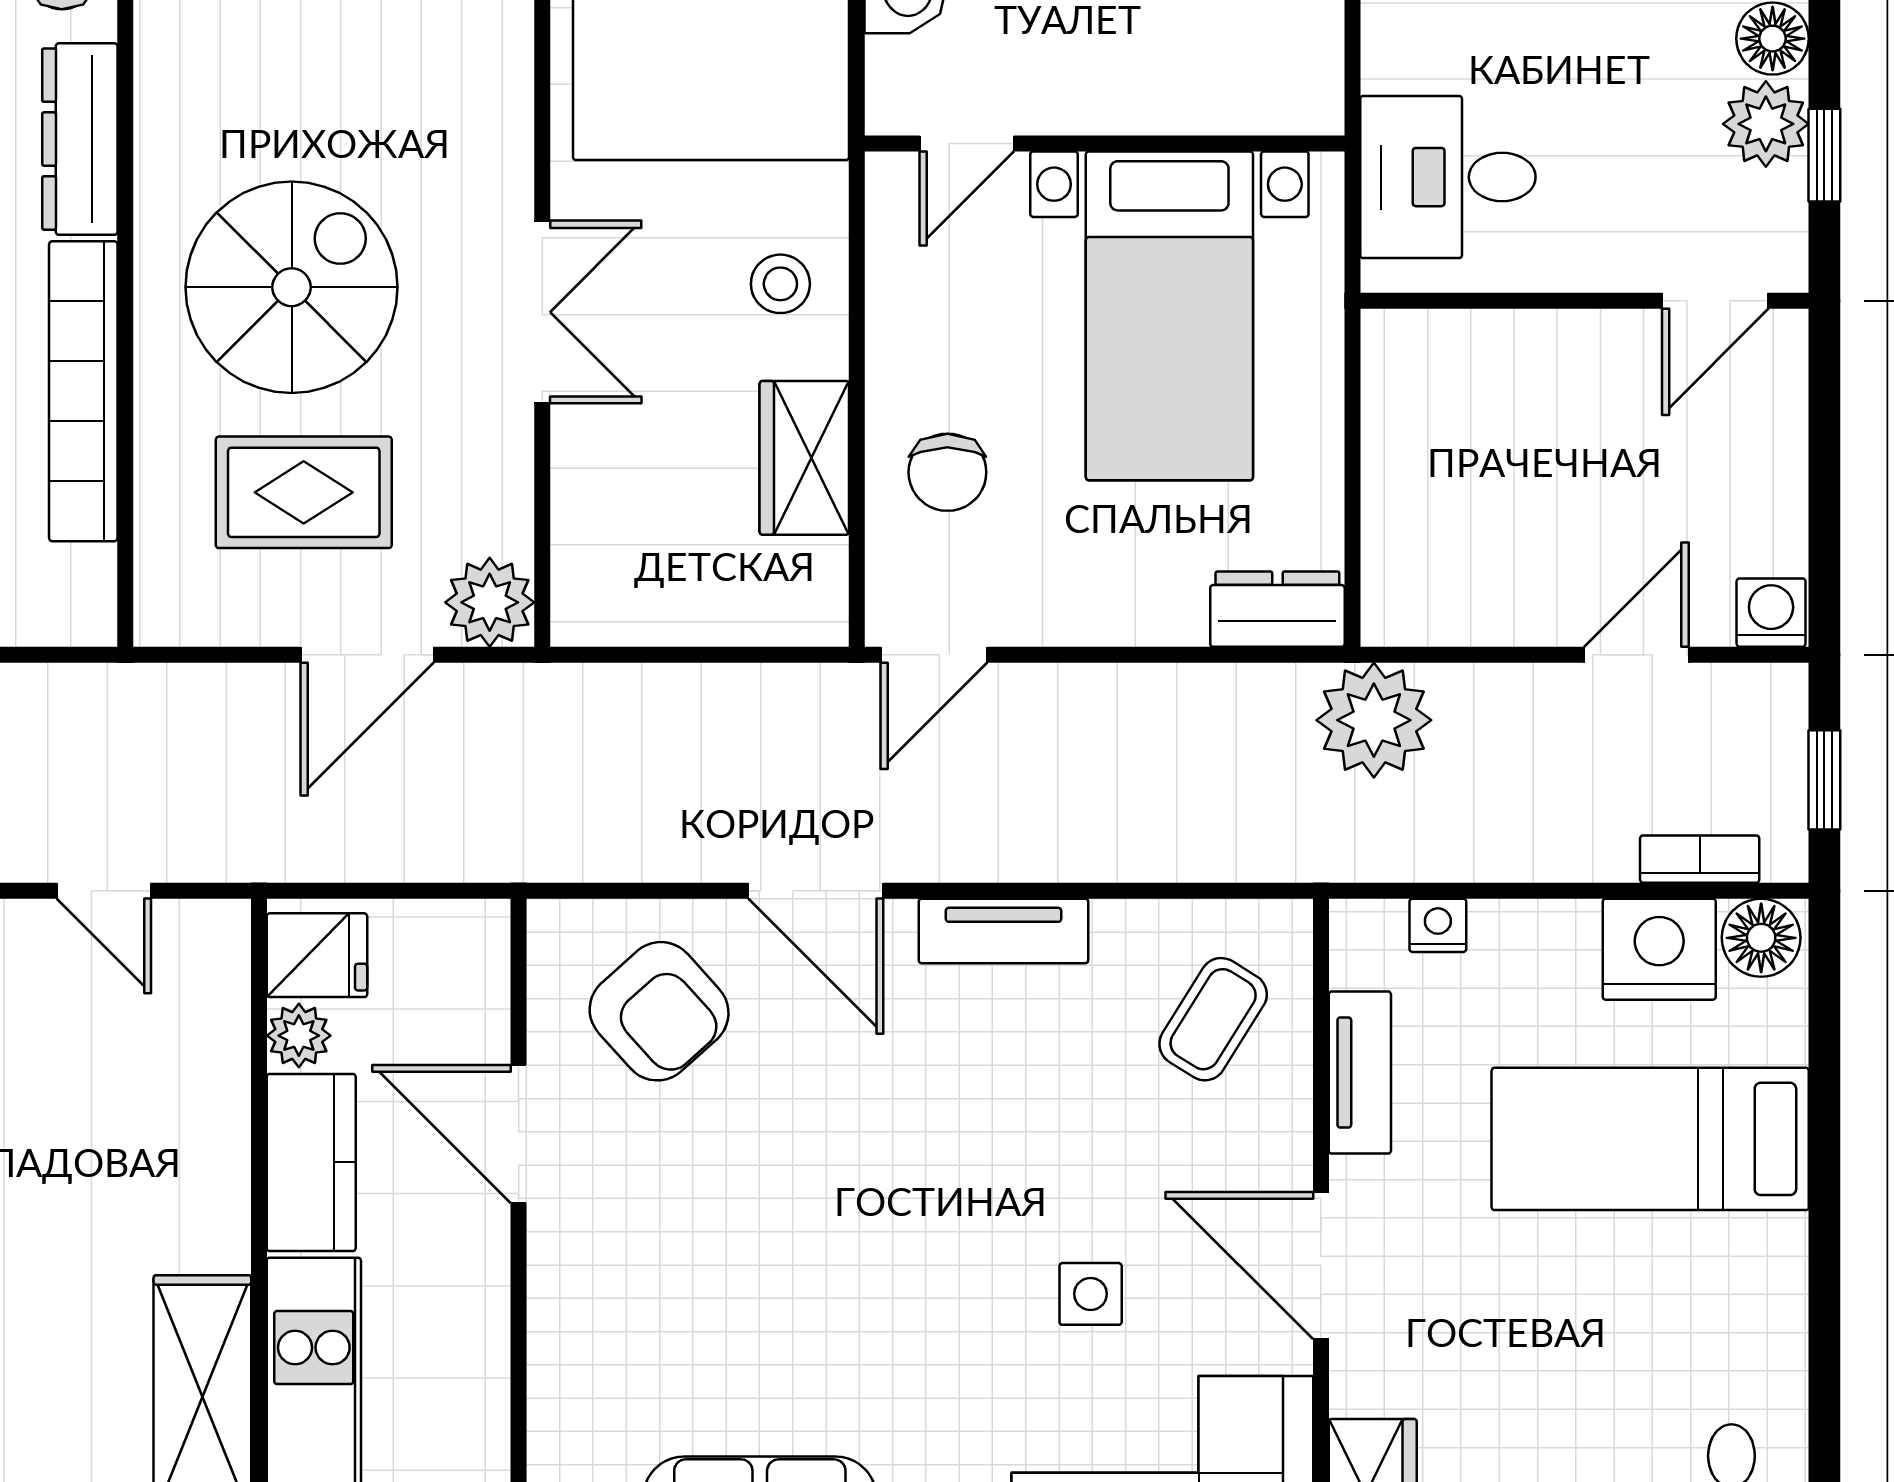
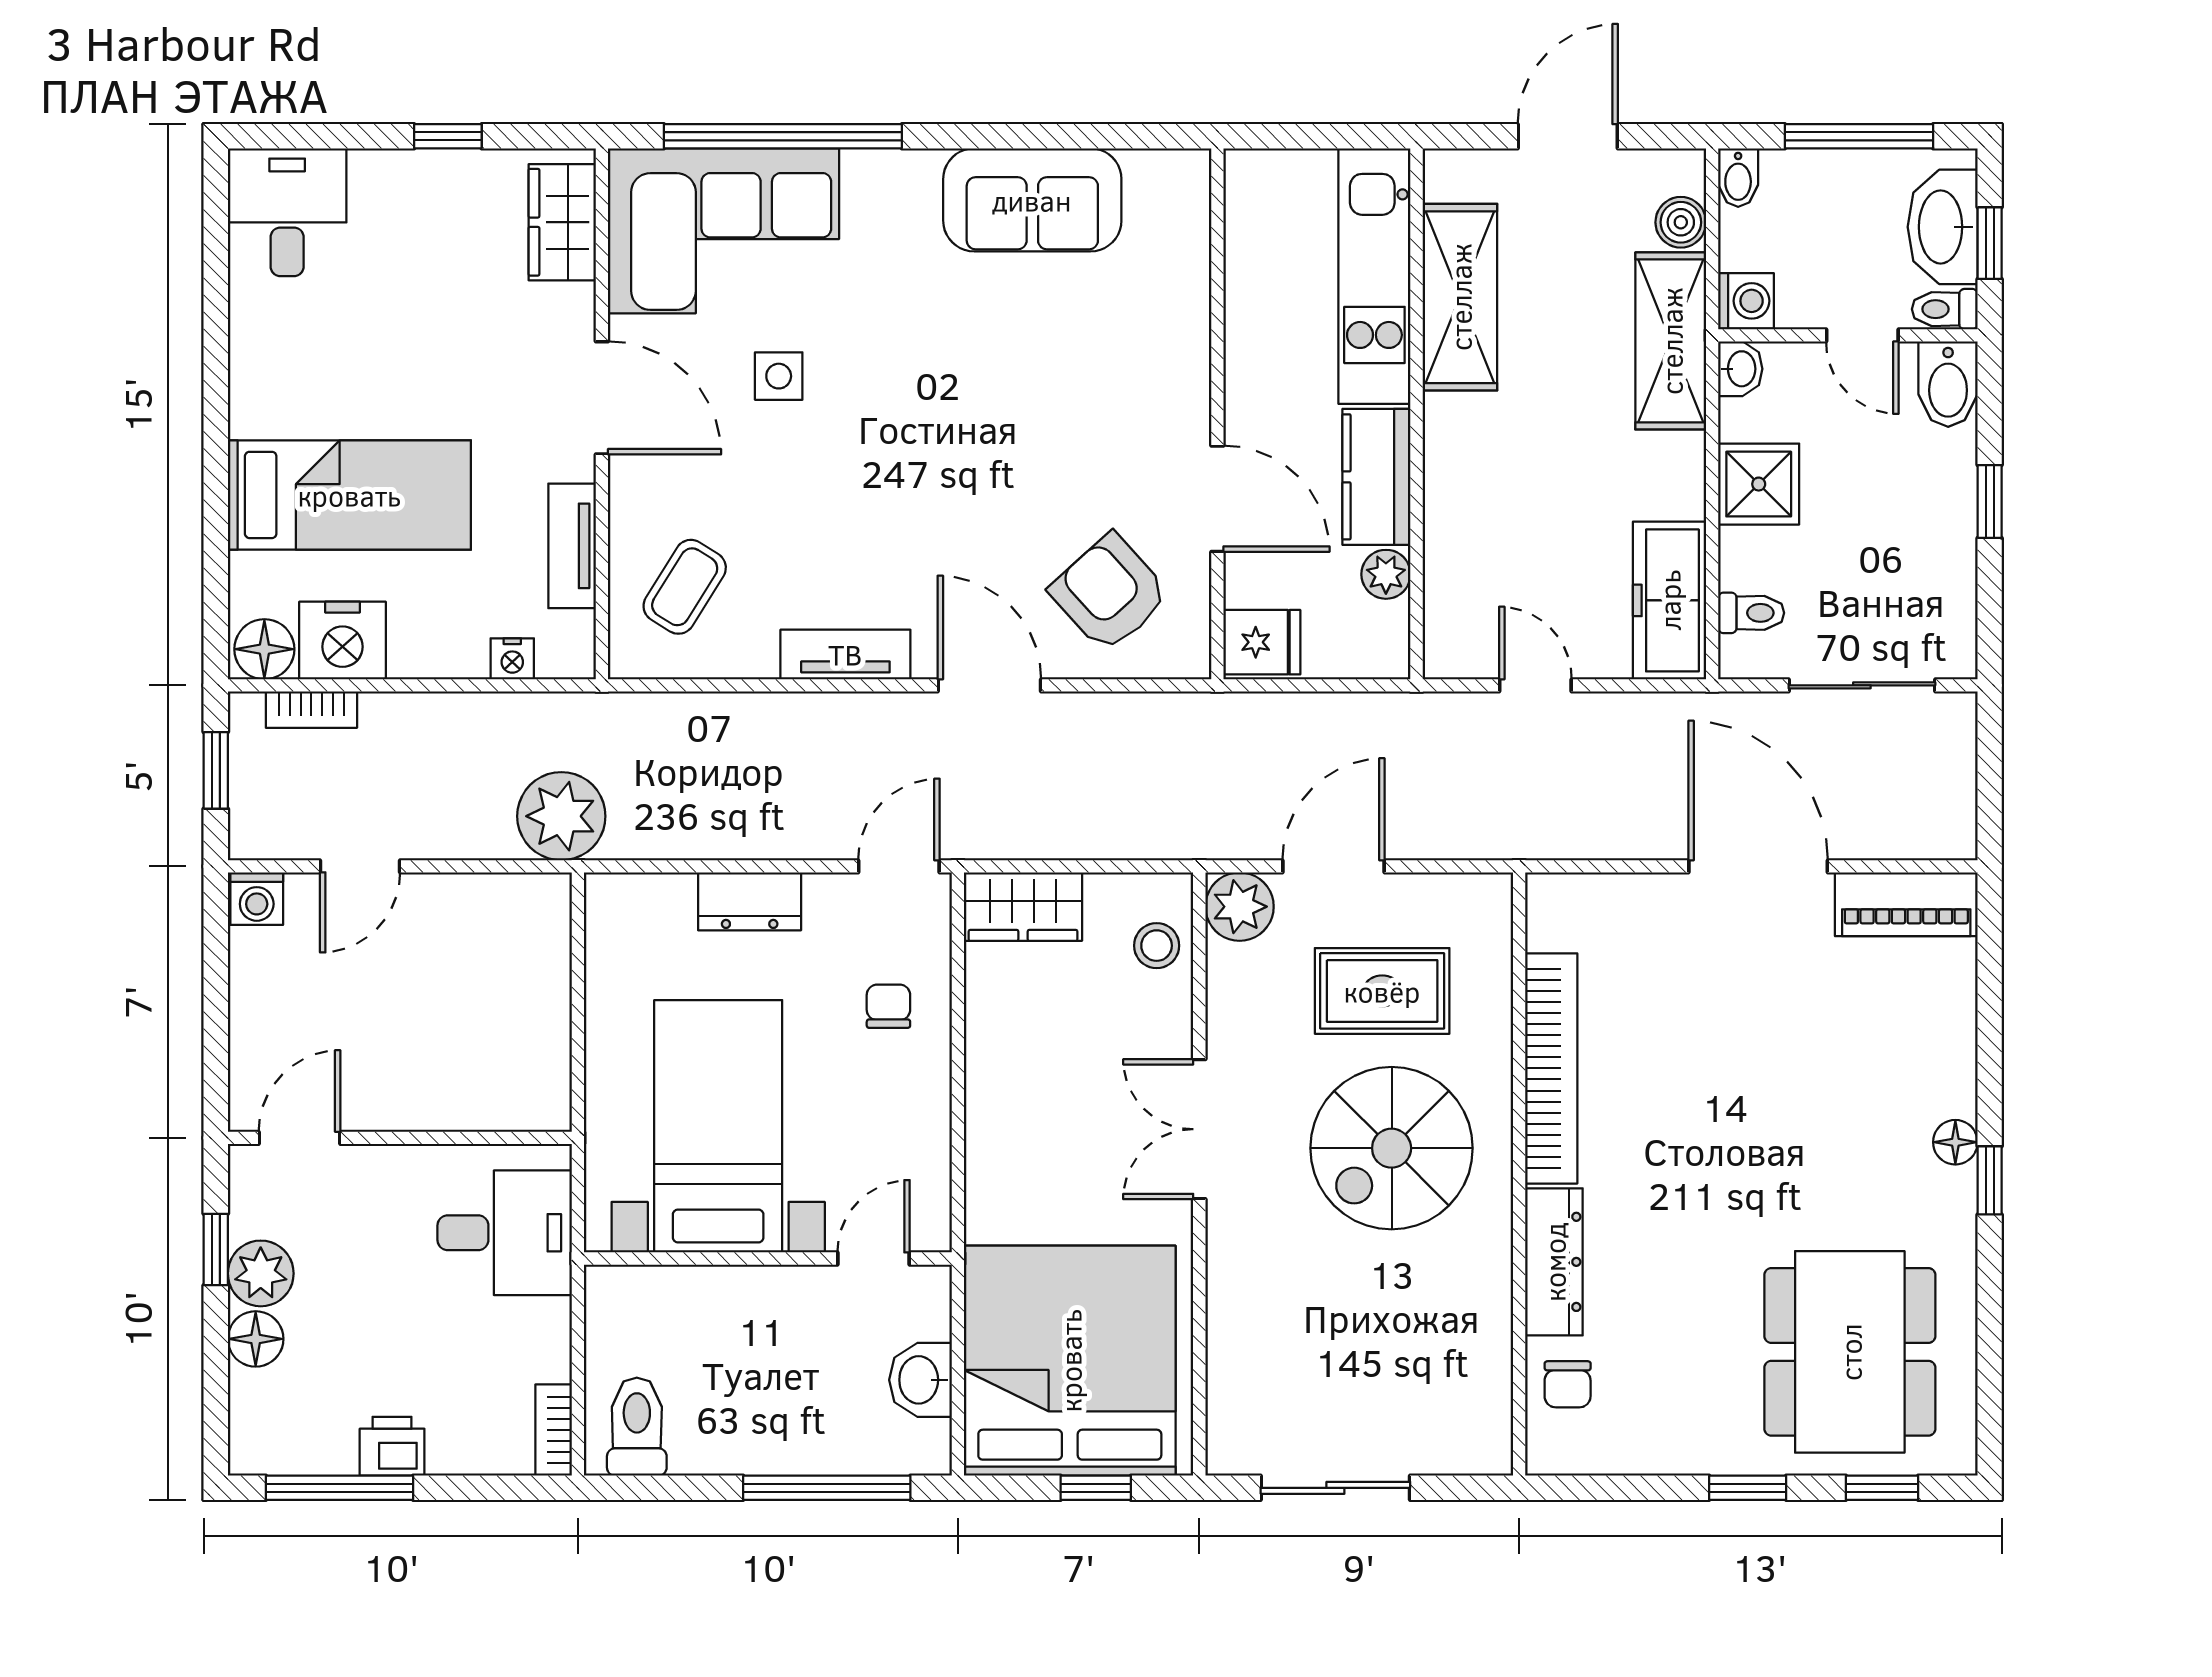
stool: (780, 284) -> (1157, 946), moved
wardrobe: (804, 458) -> (1023, 907), moved, turned 90
chair: (947, 472) -> (888, 1006), width x0.73, depth x0.73
dresser: (1277, 609) -> (750, 901), moved
fridge: (317, 955) -> (1262, 642), moved, turned 180

